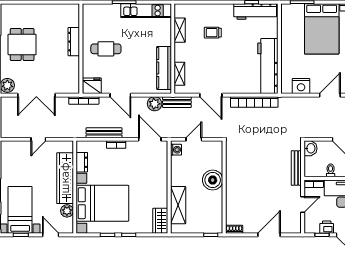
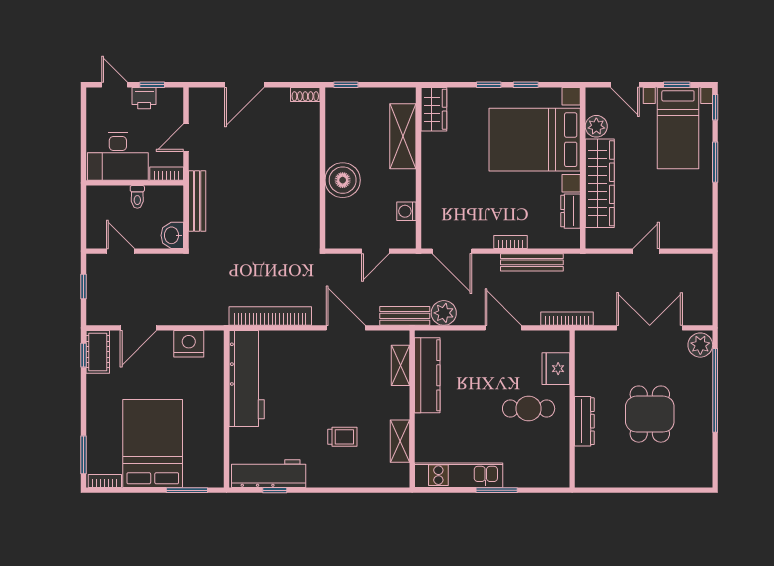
dining table: (22, 44) -> (650, 414), moved
fridge: (92, 86) -> (556, 369), moved, turned 90
washing machine: (176, 150) -> (406, 211), moved

